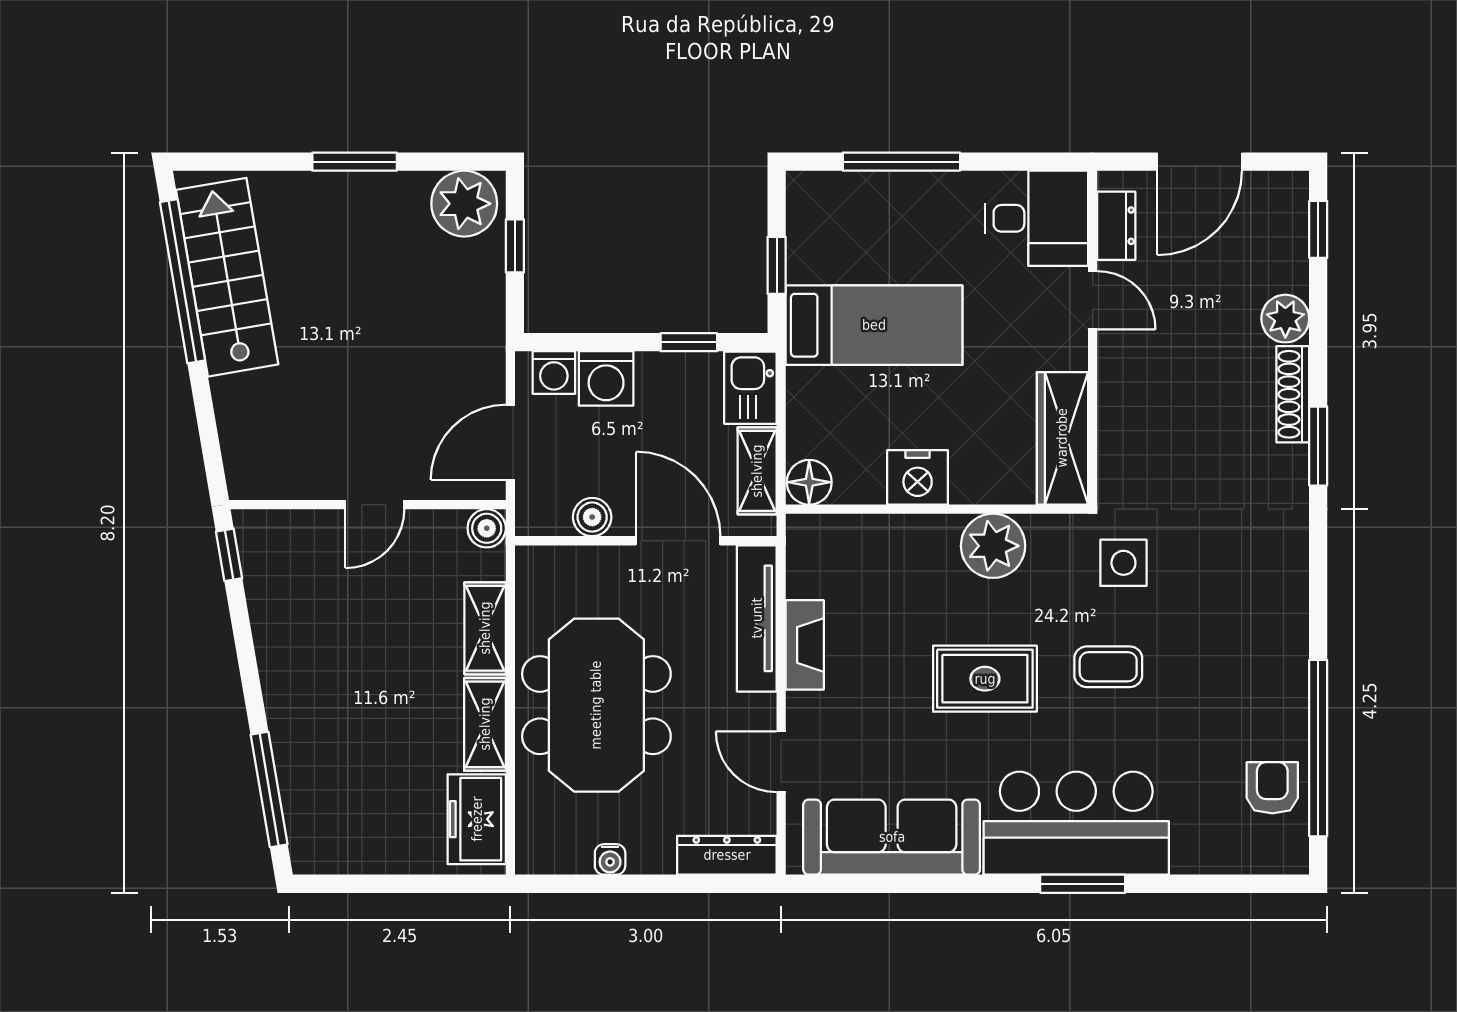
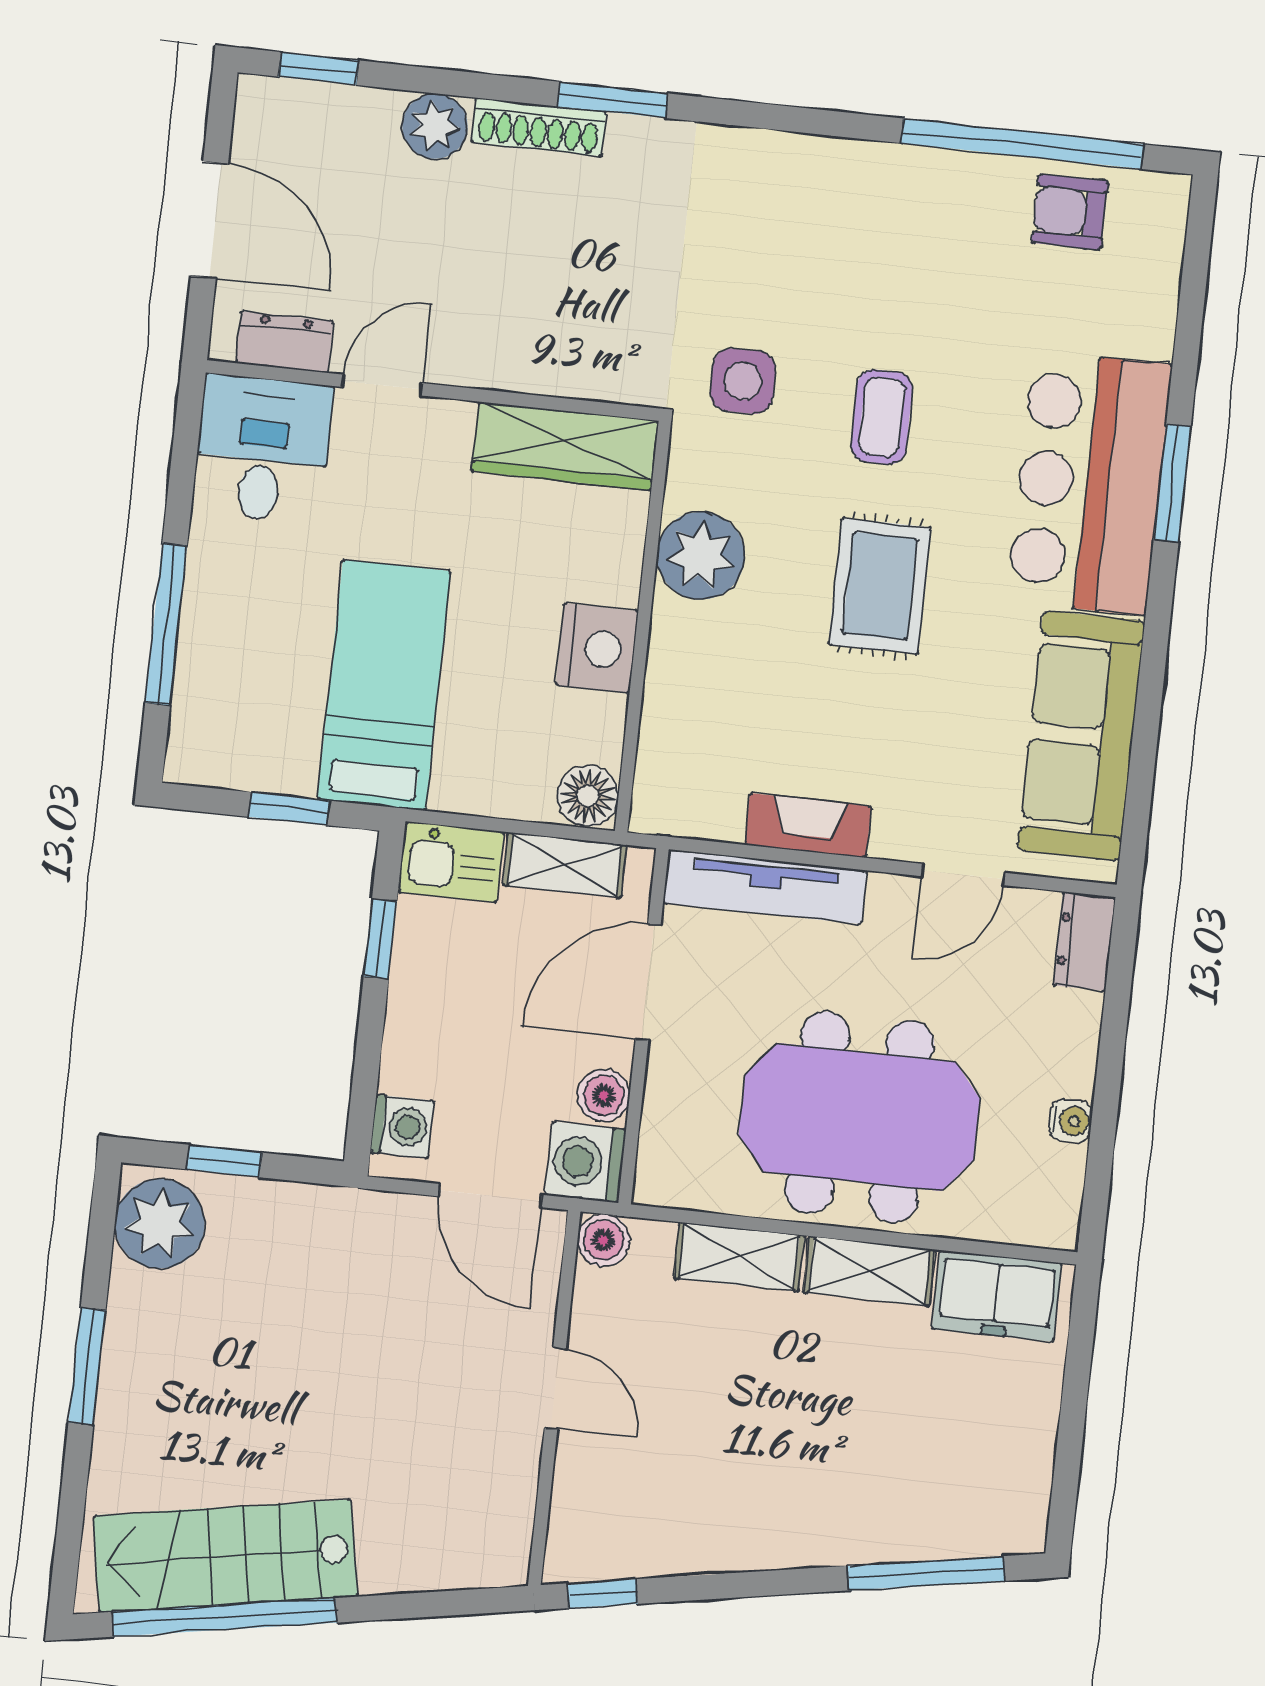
washing machine: (606, 378) -> (585, 1162), moved, turned 180
dresser: (727, 855) -> (1084, 941), width x0.70

